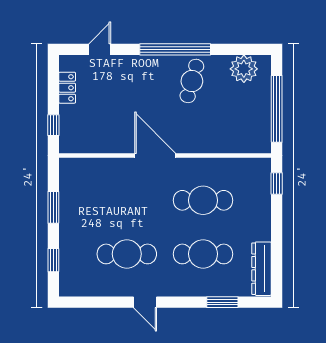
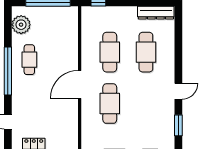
cafe table: (192, 81) -> (29, 60), turned 74
cafe table: (127, 254) -> (110, 104), moved
window: (222, 302) -> (178, 125), moved

